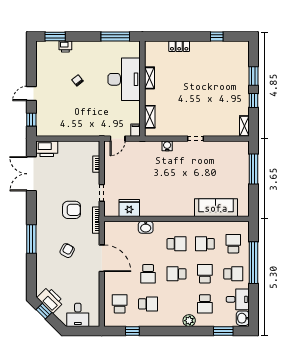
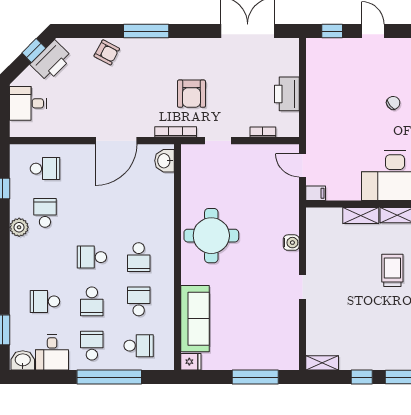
trolley: (185, 81) -> (392, 270), added
shelving: (150, 117) -> (361, 215), moved
printer: (47, 149) -> (287, 94), moved
round table: (163, 197) -> (211, 236), added
fridge: (129, 208) -> (191, 362), moved, width x0.53, depth x0.75
washbasin: (146, 227) -> (164, 161), moved
armchair: (67, 251) -> (107, 52), moved
school desk: (148, 274) -> (92, 213), removed
school desk: (176, 274) -> (92, 257), turned -90
school desk: (205, 274) -> (92, 301), turned 90
school desk: (233, 274) -> (92, 346), turned 180
school desk: (148, 304) -> (45, 213), turned 180
plant: (189, 321) -> (19, 227), moved

